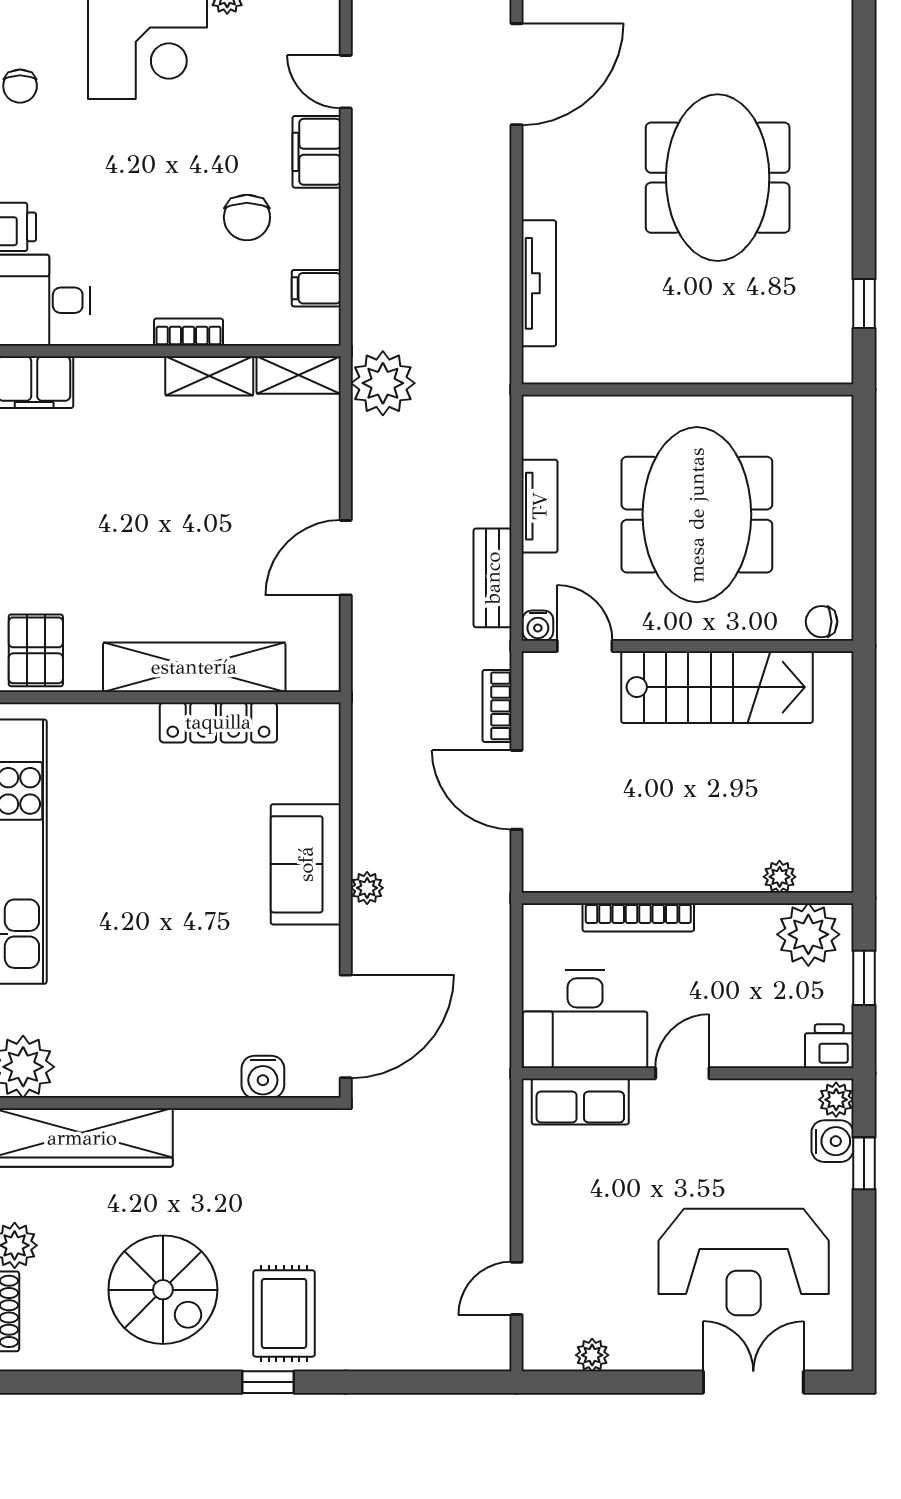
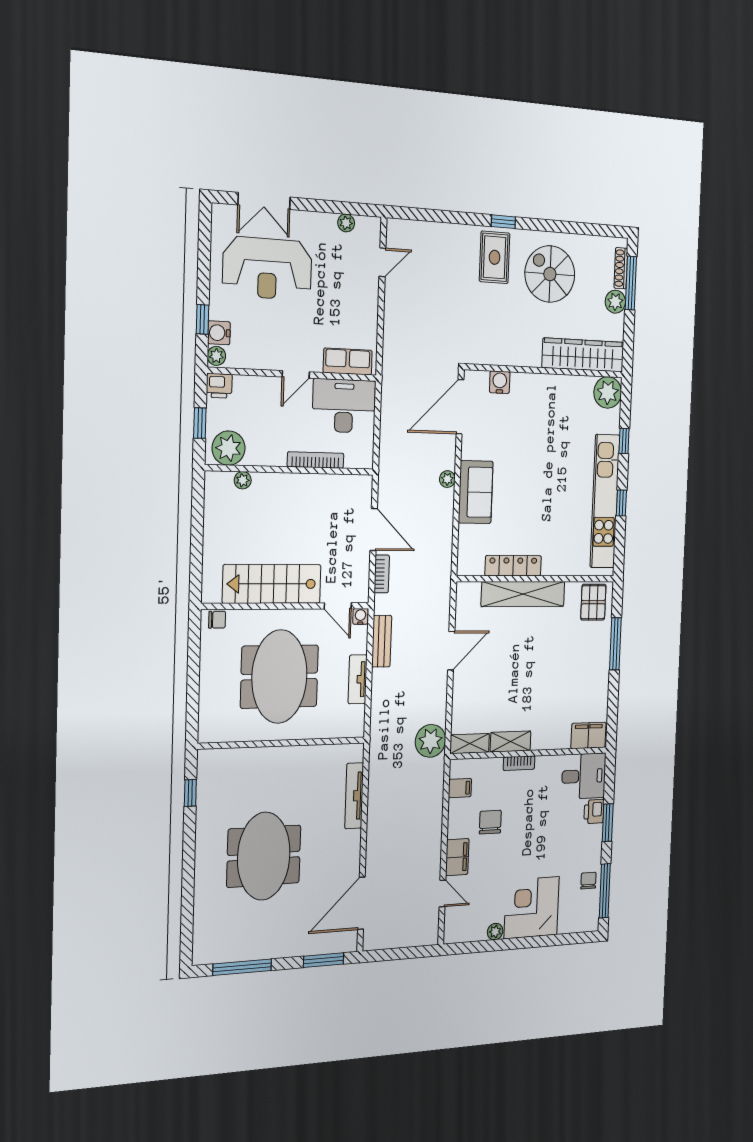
reception desk: (744, 1262) -> (267, 268), turned 180

